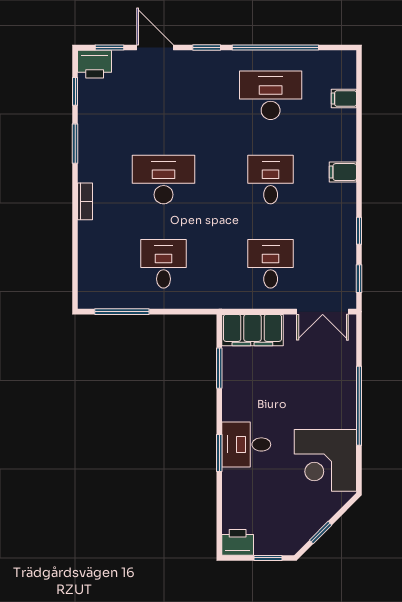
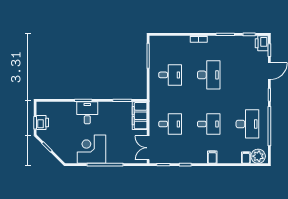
plant: (341, 72) -> (258, 156), added
corner desk: (325, 460) -> (92, 149), moved
printer: (238, 542) -> (42, 122), moved

